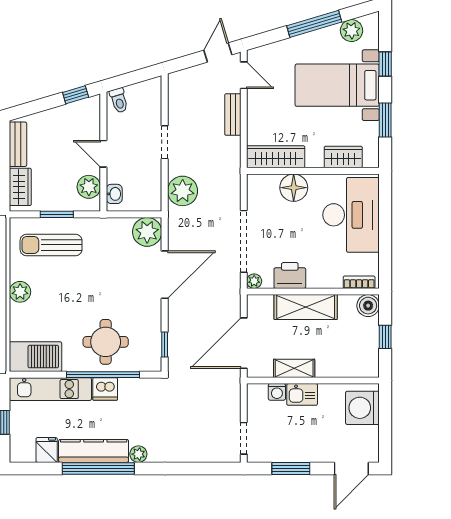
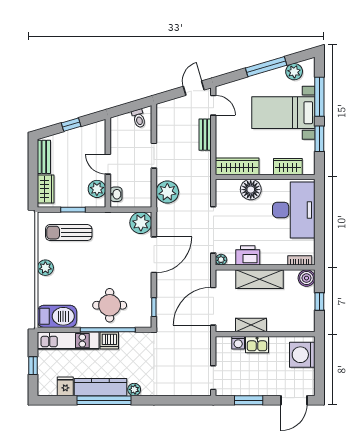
window: (385, 64) -> (319, 97), width x2.17
window: (76, 95) -> (71, 125), moved
toilet: (119, 100) -> (139, 118), moved

